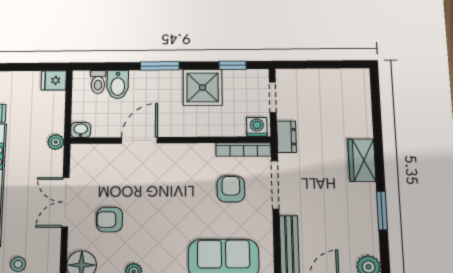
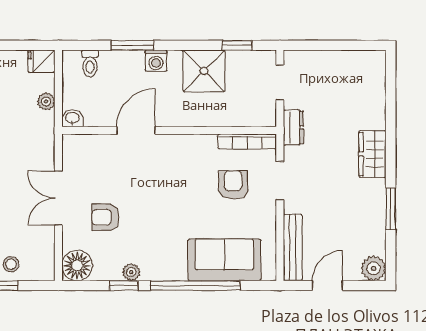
window: (160, 66) -> (132, 45), moved
bidet: (118, 84) -> (112, 67), removed
washing machine: (257, 127) -> (156, 61), moved, turned 180
plant: (56, 142) -> (46, 102), moved
doorway: (275, 185) -> (280, 181), width x0.73

